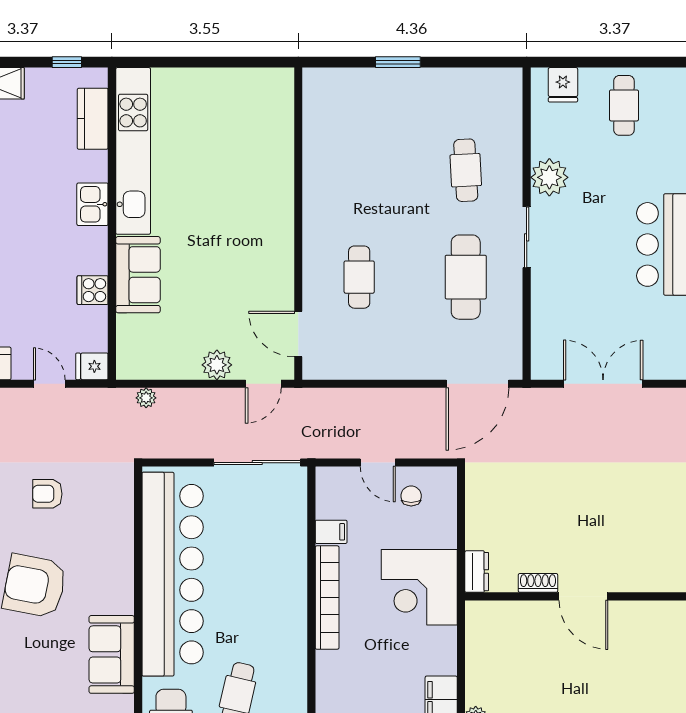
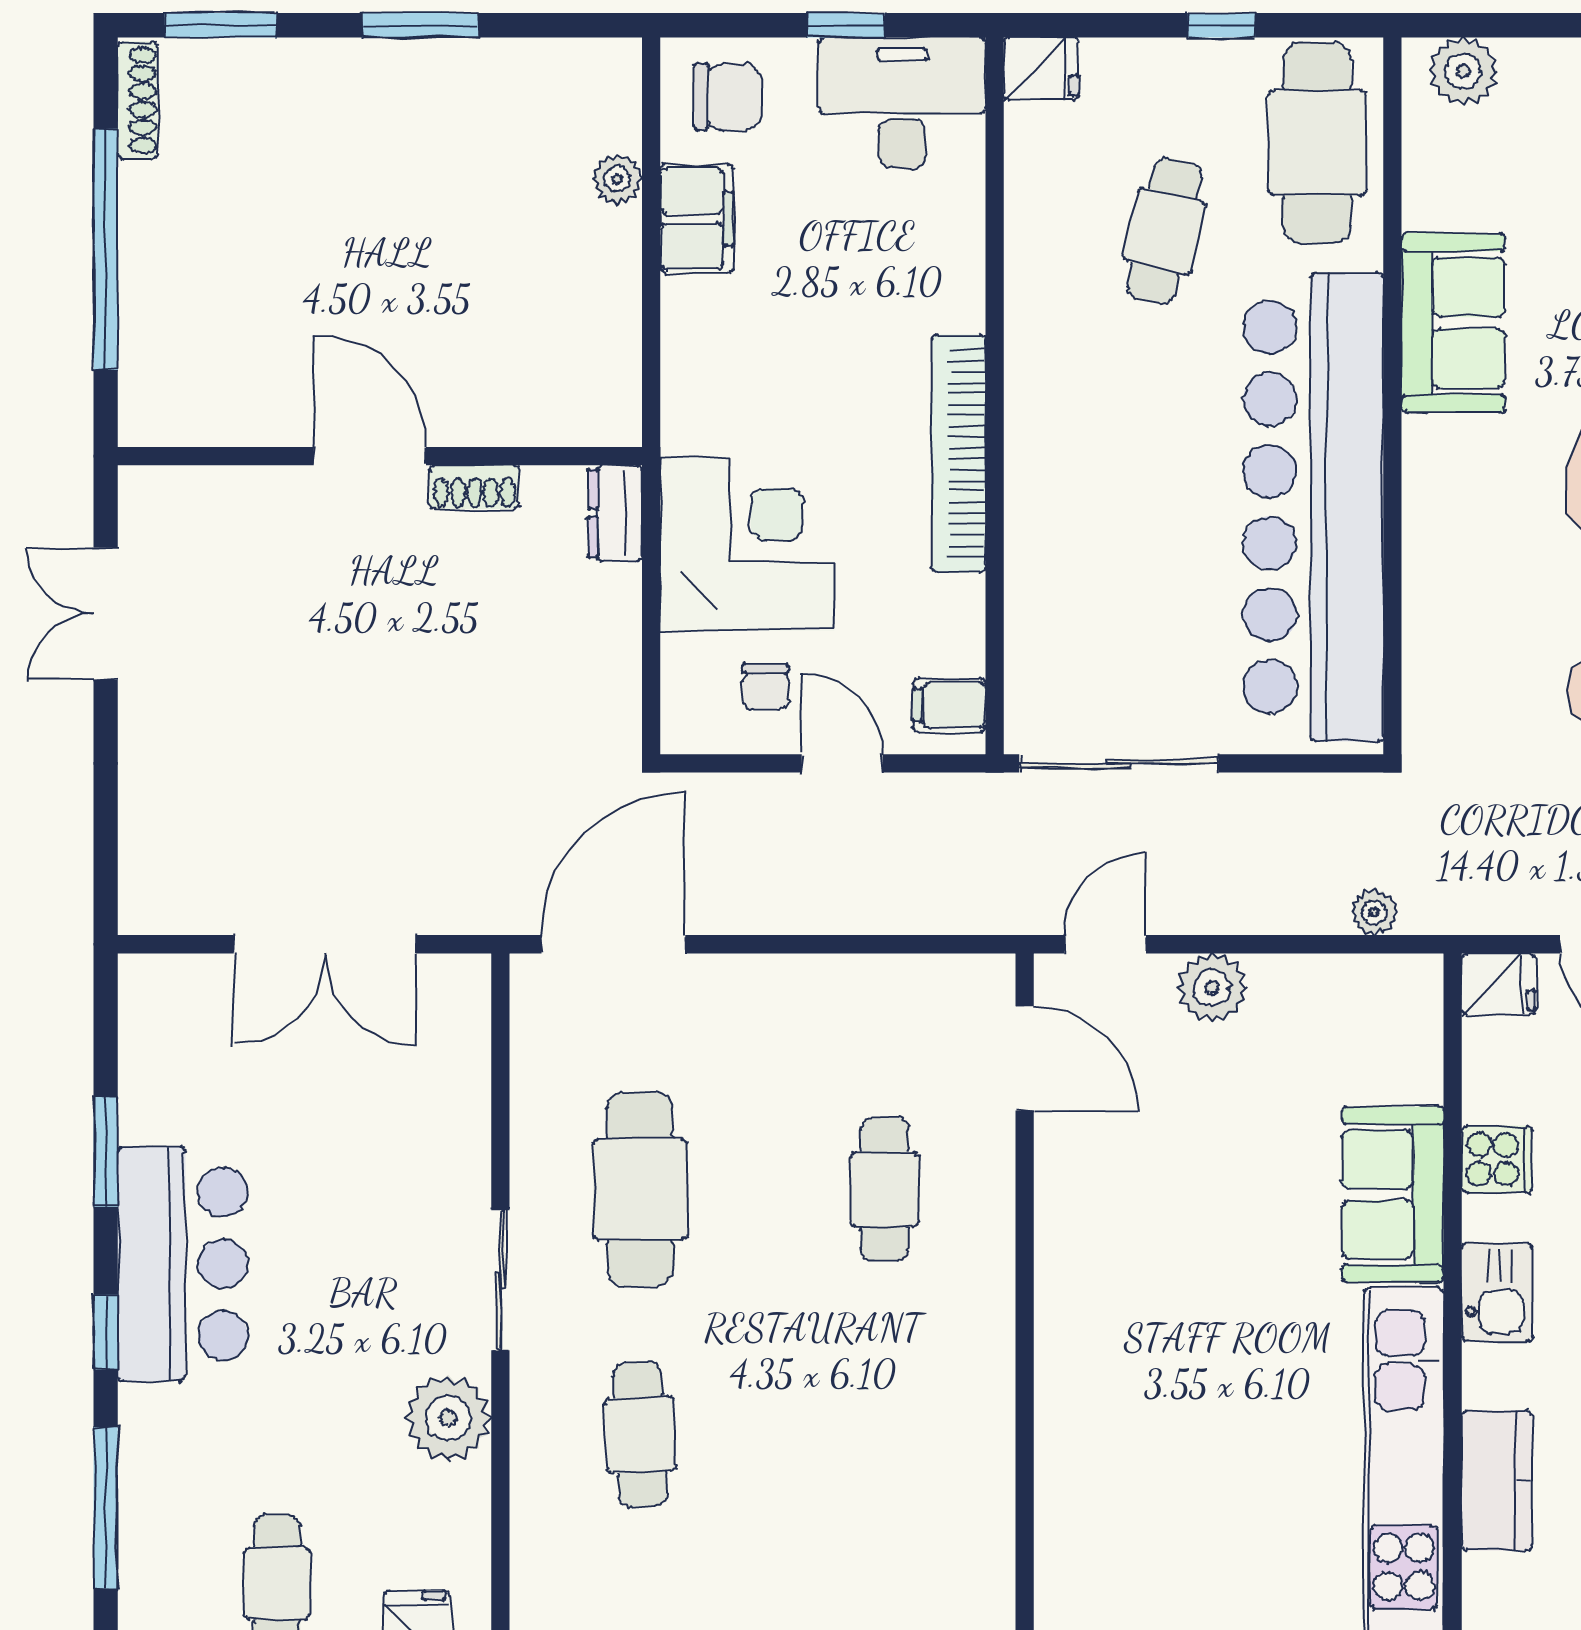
kitchen counter: (93, 119) -> (1497, 1480), moved
kitchen sink: (92, 204) -> (1497, 1292), moved
filing cabinet: (331, 532) -> (949, 705), moved
corner desk: (419, 587) -> (747, 544), moved

